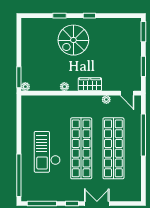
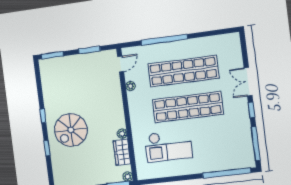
spiral stairs: (73, 40) -> (71, 130), turned 90
wardrobe: (90, 84) -> (122, 152), moved
checkout: (47, 152) -> (169, 146), moved

